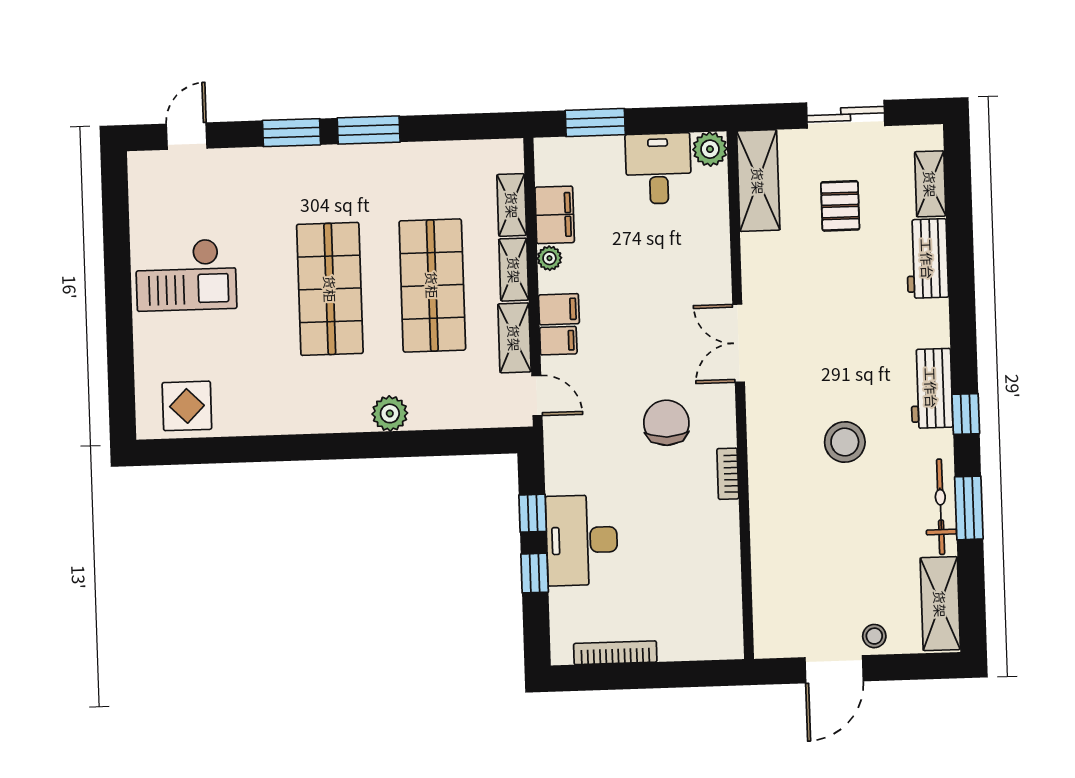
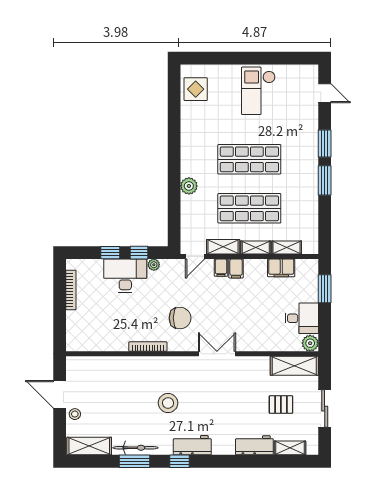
plant: (549, 258) -> (154, 265), moved
bookcase: (728, 474) -> (148, 347), width x1.56

